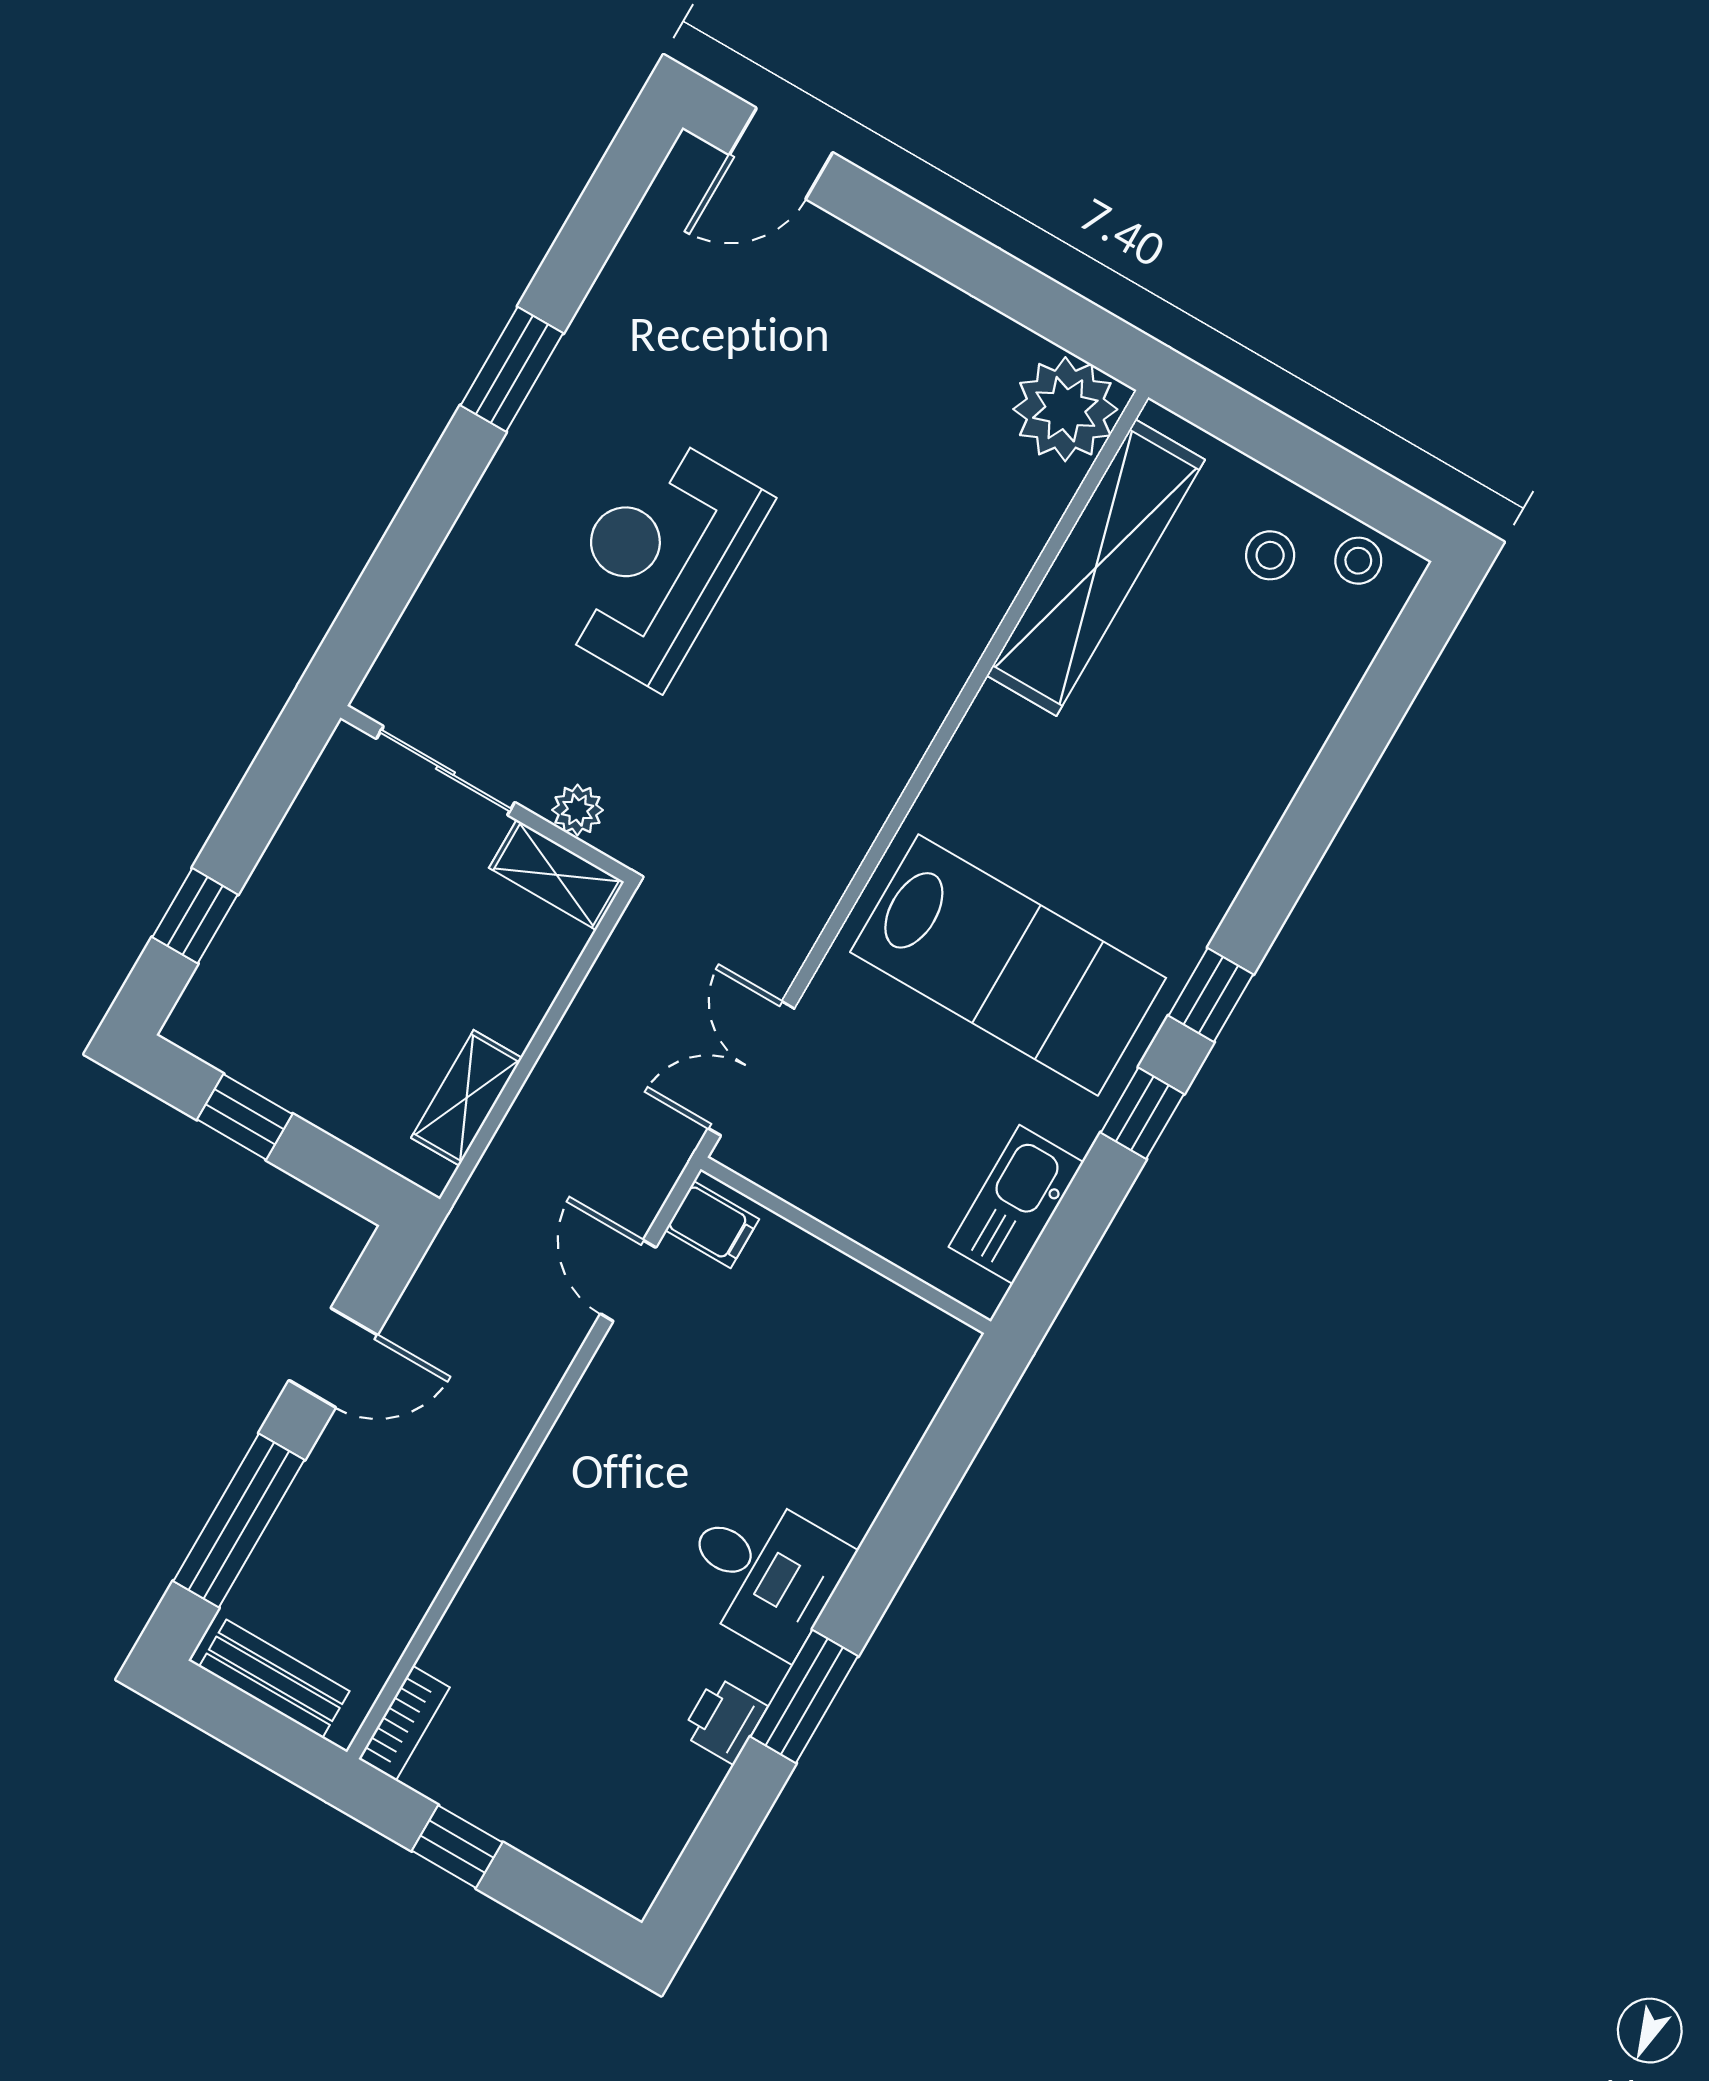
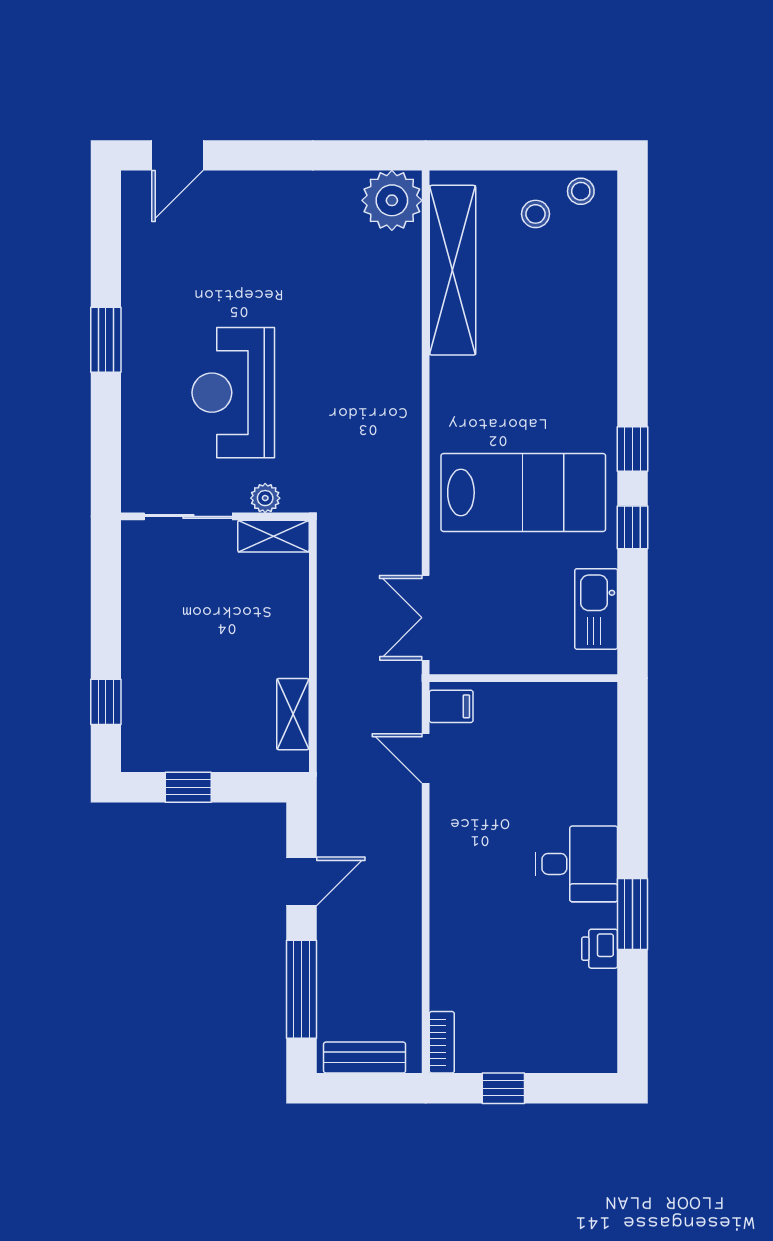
sliding door: (445, 771) -> (188, 516), moved
wall: (486, 794) -> (215, 516), moved
plant: (577, 810) -> (265, 498), moved
shelving: (557, 875) -> (273, 536), moved

